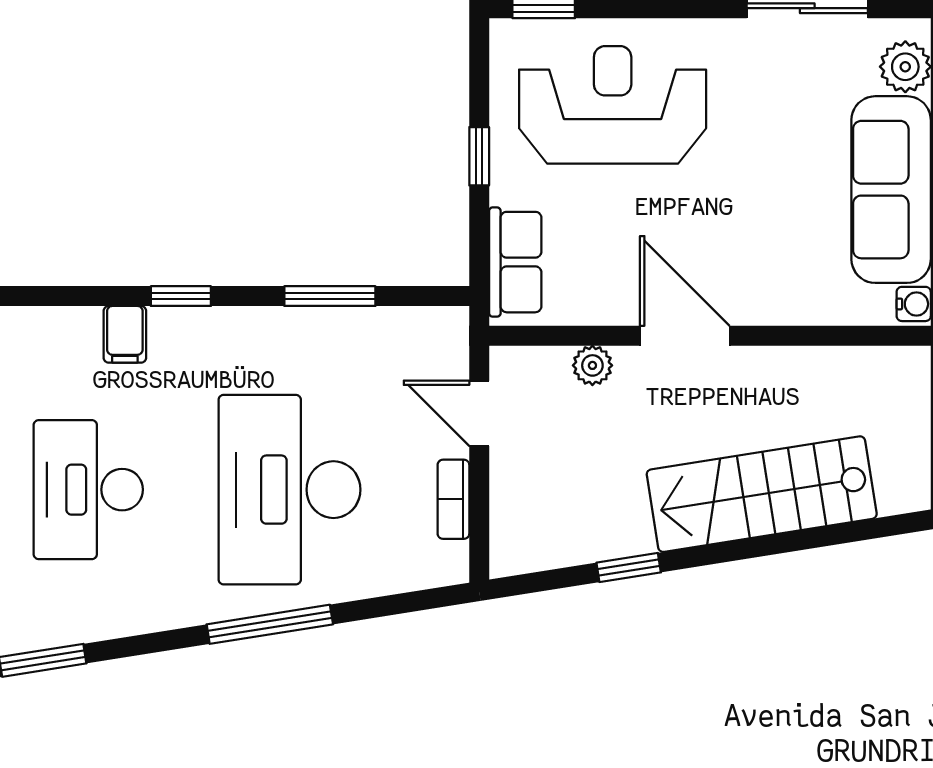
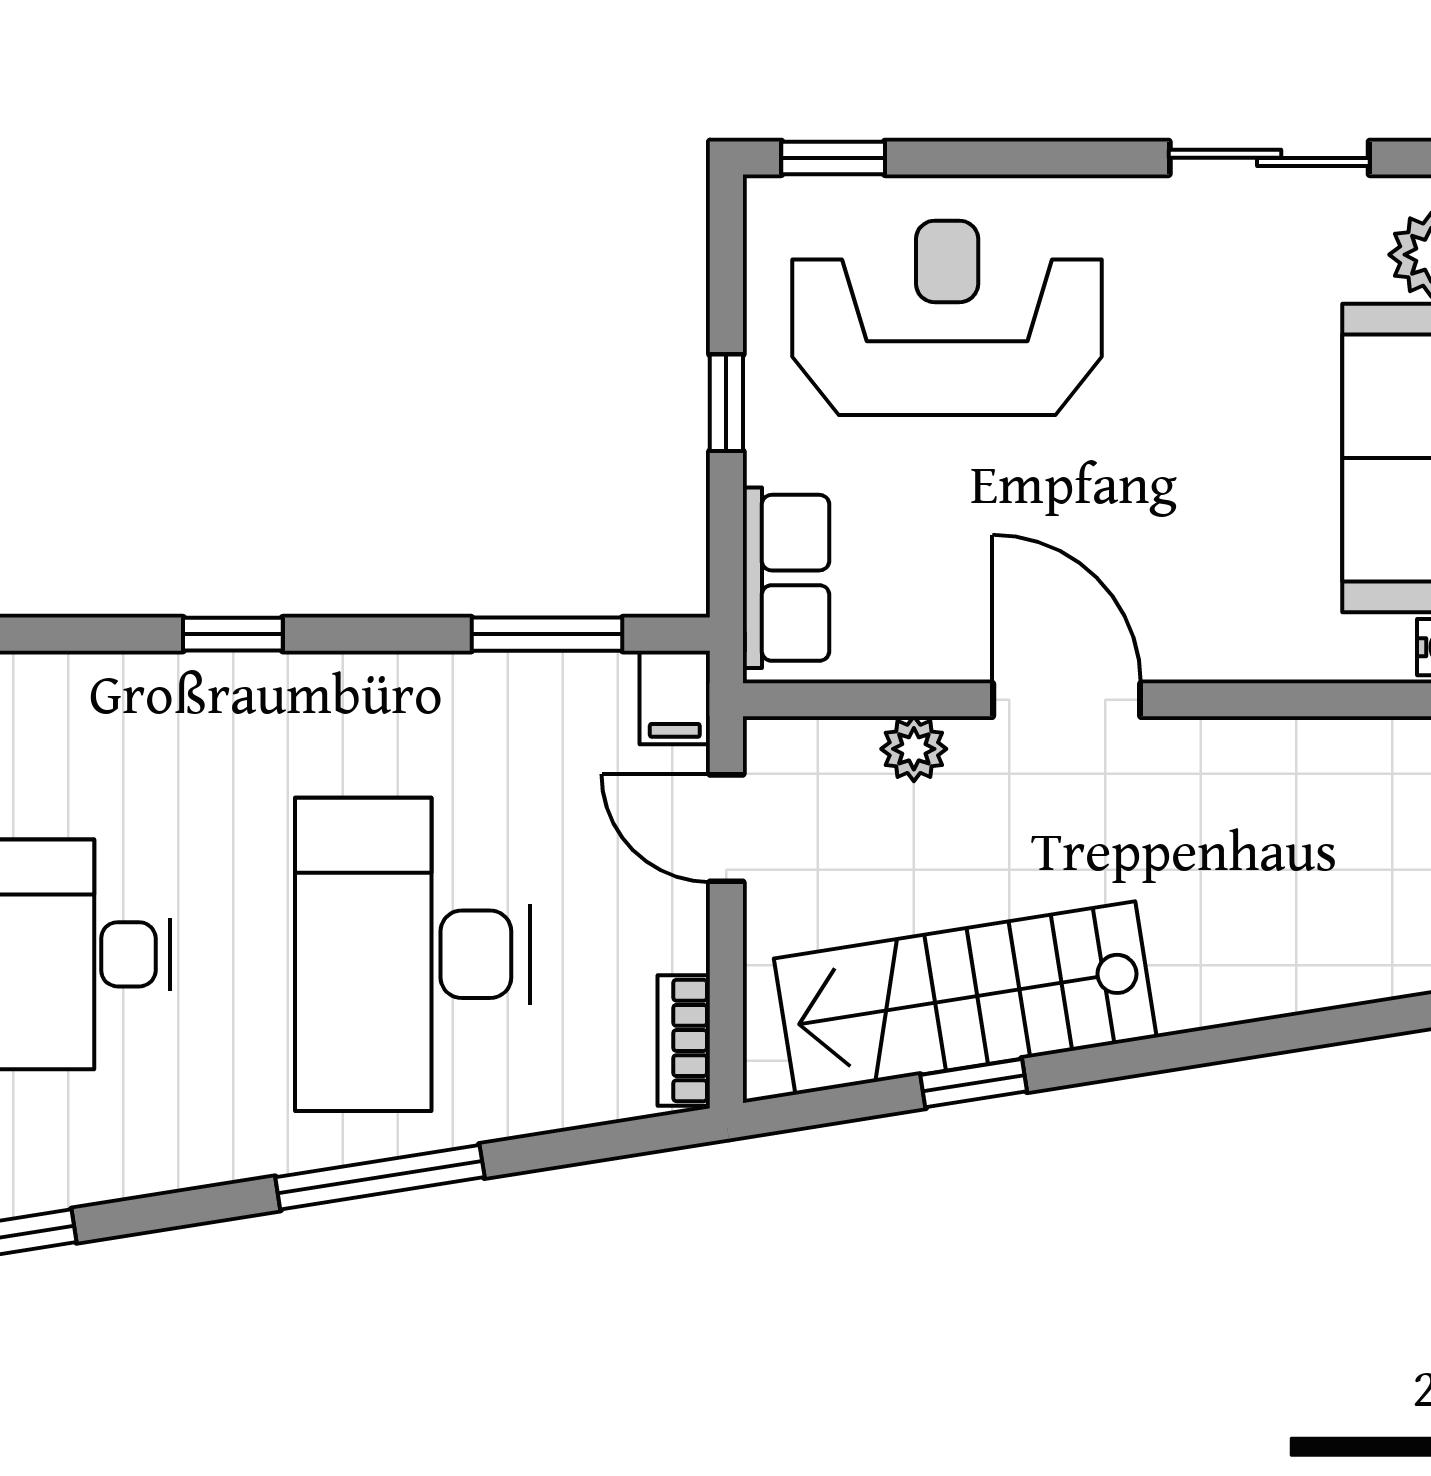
window: (330, 296) -> (547, 634), moved
filing cabinet: (125, 334) -> (675, 697), moved
stairs: (762, 494) -> (965, 998), moved
bookcase: (453, 499) -> (684, 1040), moved

